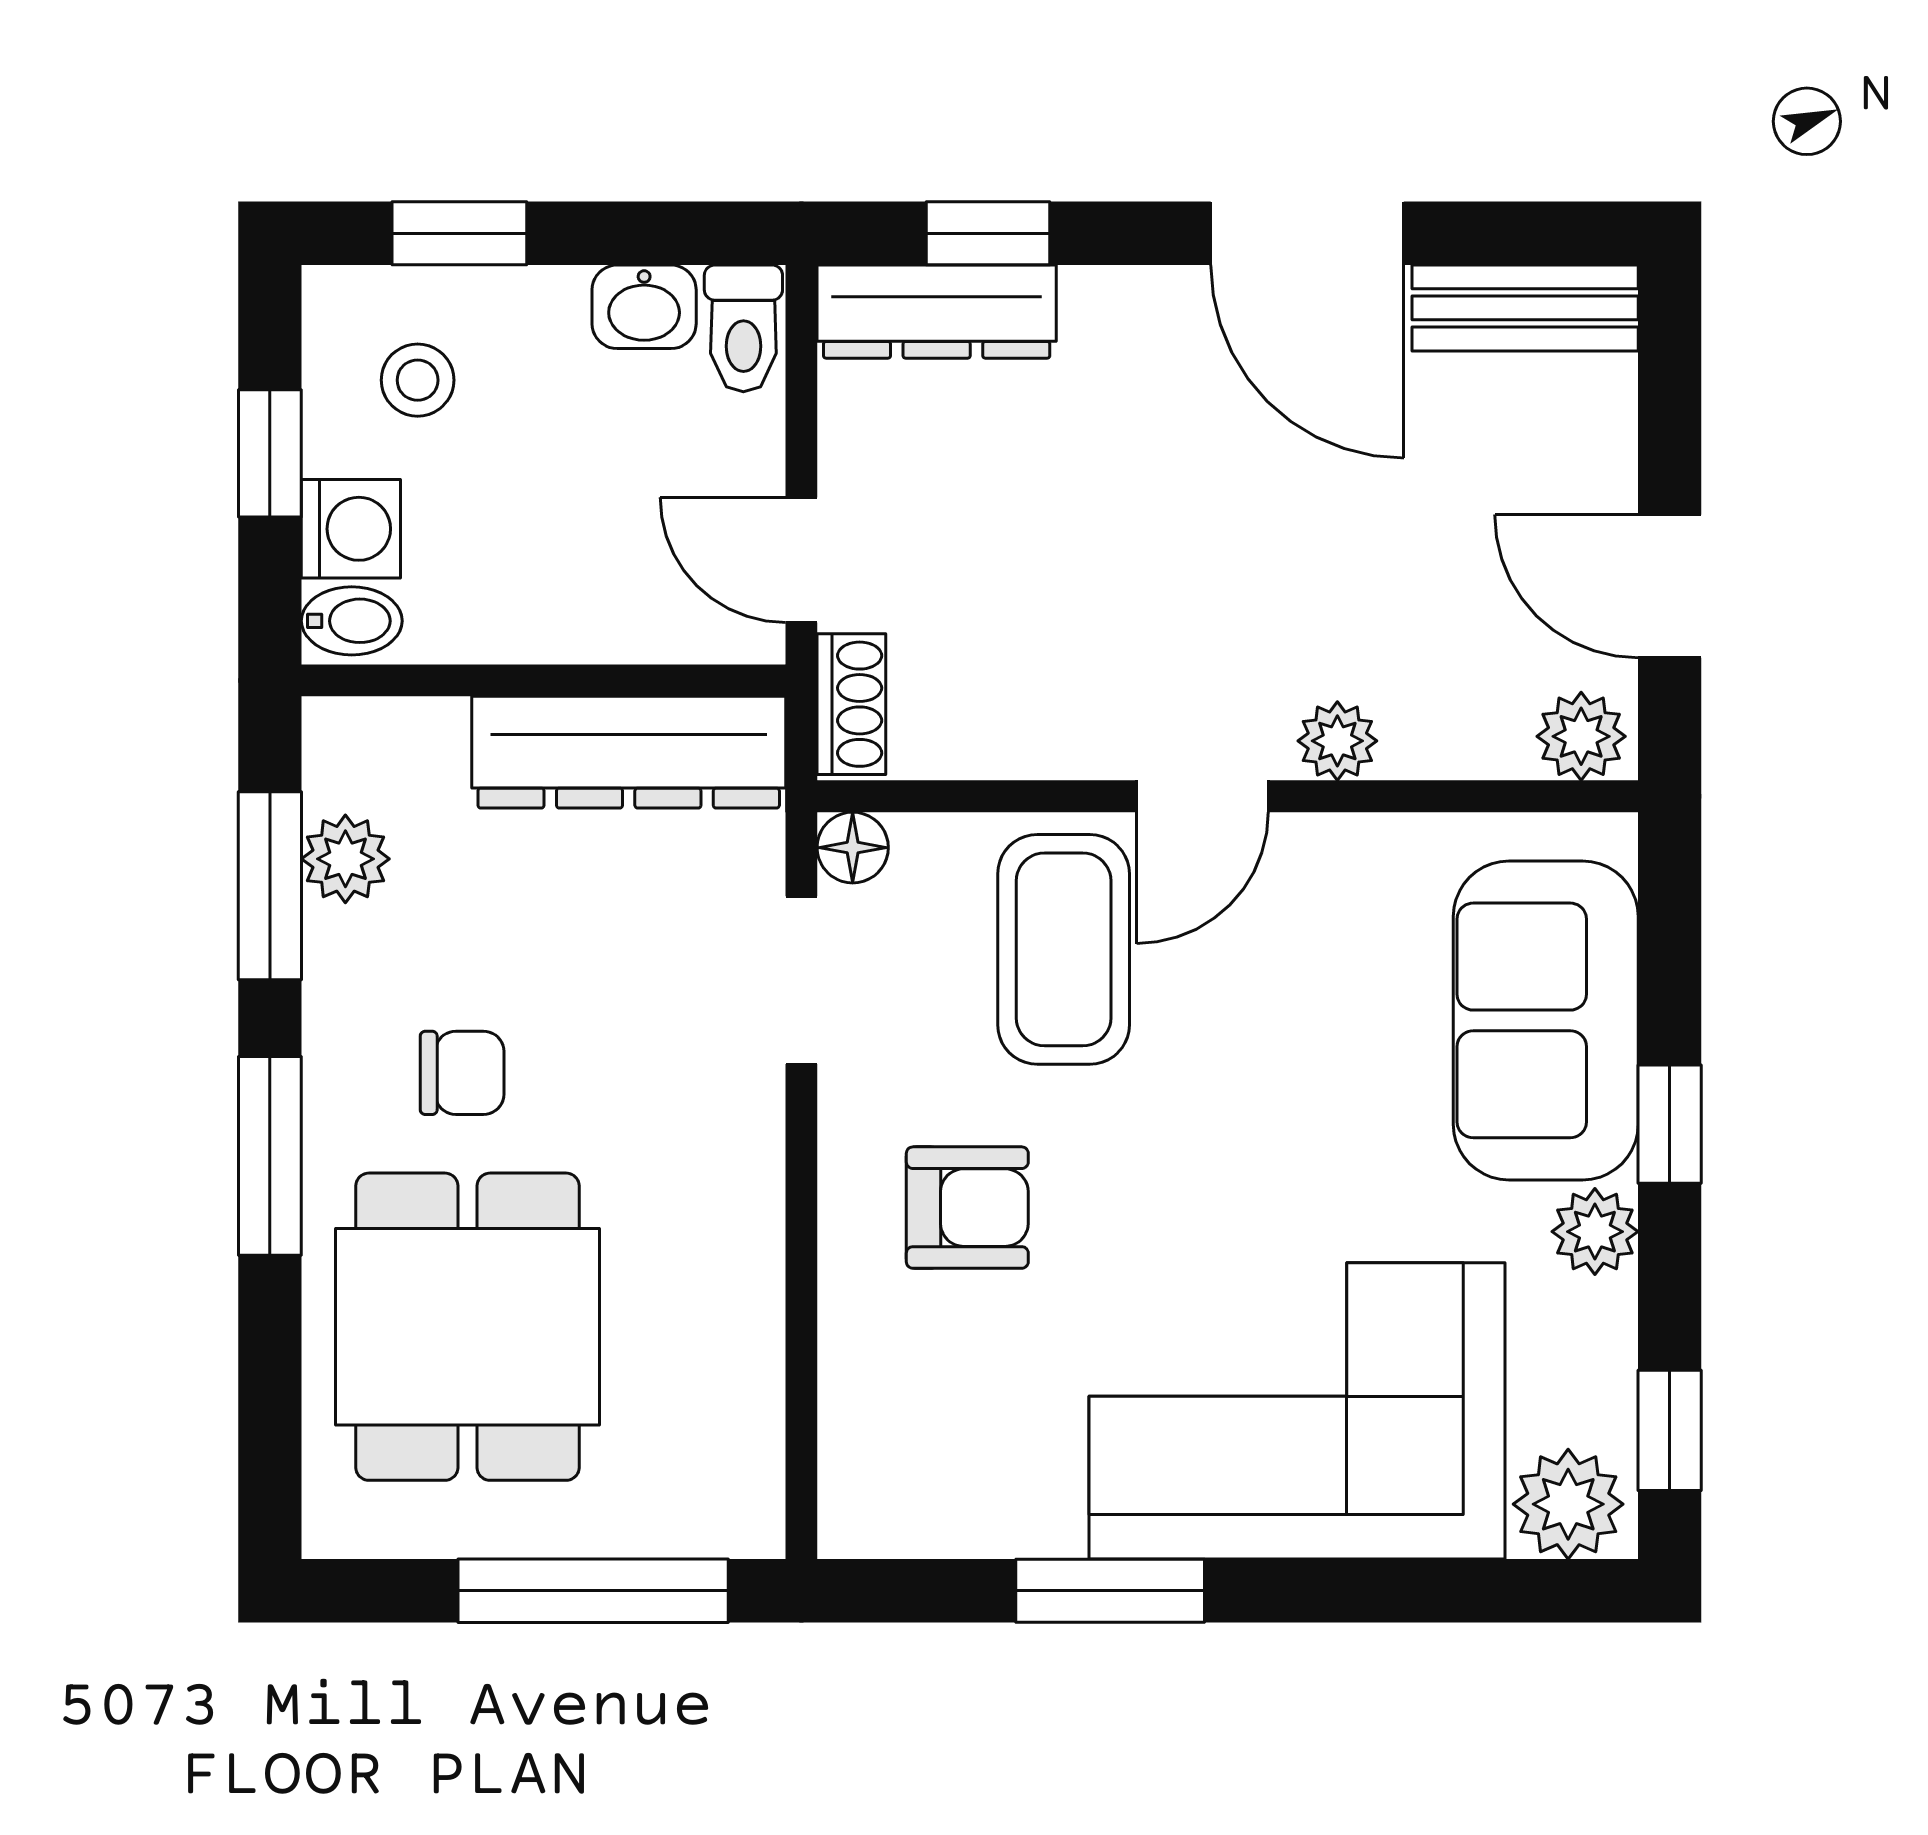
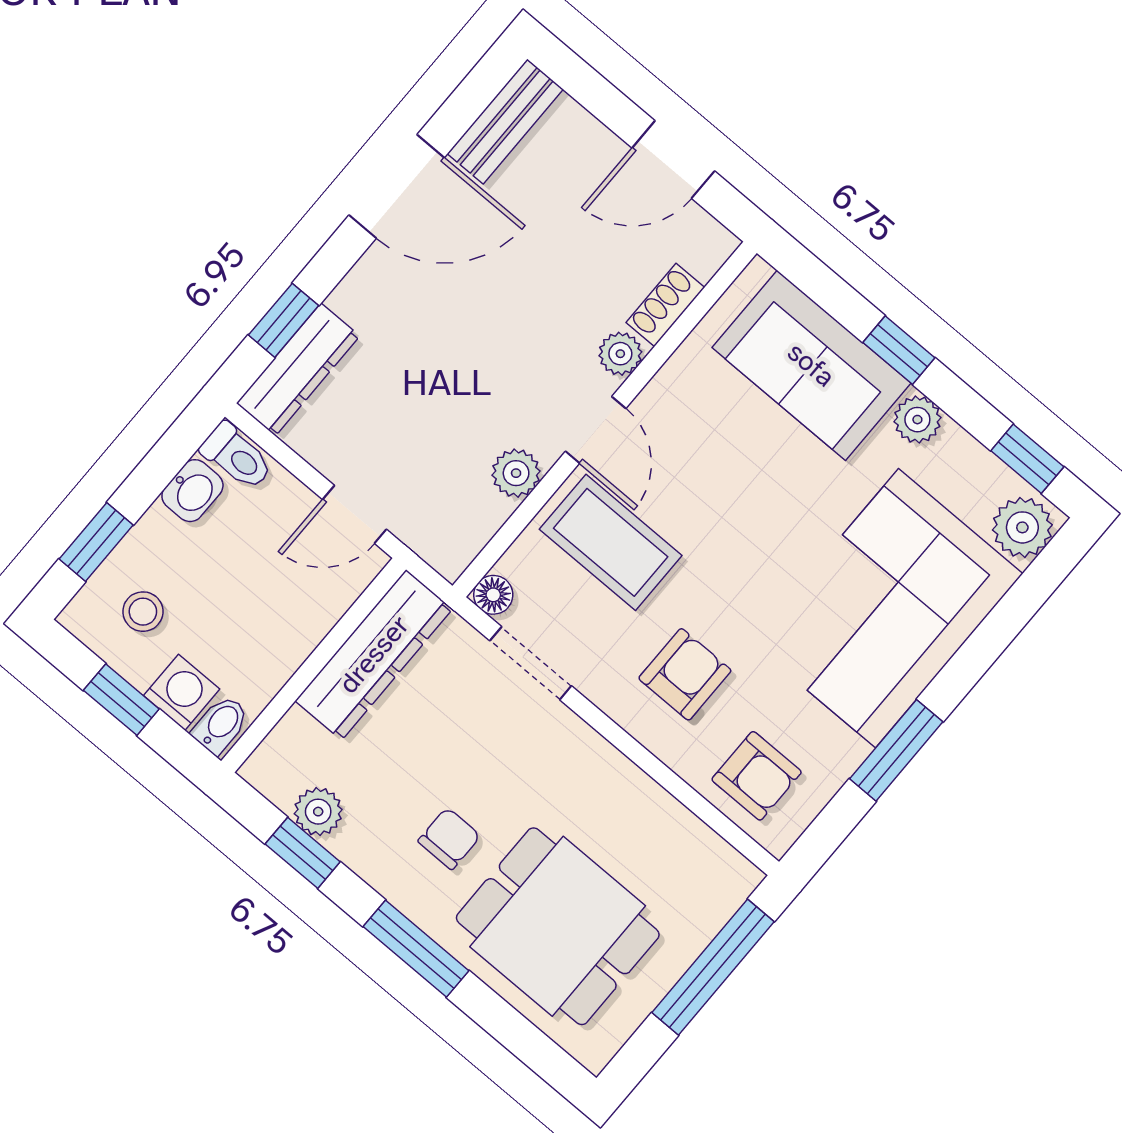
shoe rack: (851, 704) -> (665, 305), moved, turned -90
plant: (1581, 736) -> (516, 473), moved
window: (270, 886) -> (303, 853), width x0.67
armchair: (910, 1426) -> (757, 776), added

